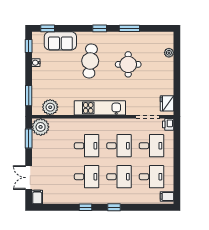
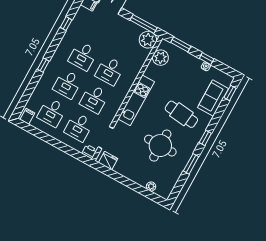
window: (29, 46) -> (207, 59), moved
round table: (128, 64) -> (160, 146), width x1.36, depth x1.36
window: (29, 139) -> (144, 24), width x1.44
window: (85, 207) -> (66, 24), moved

